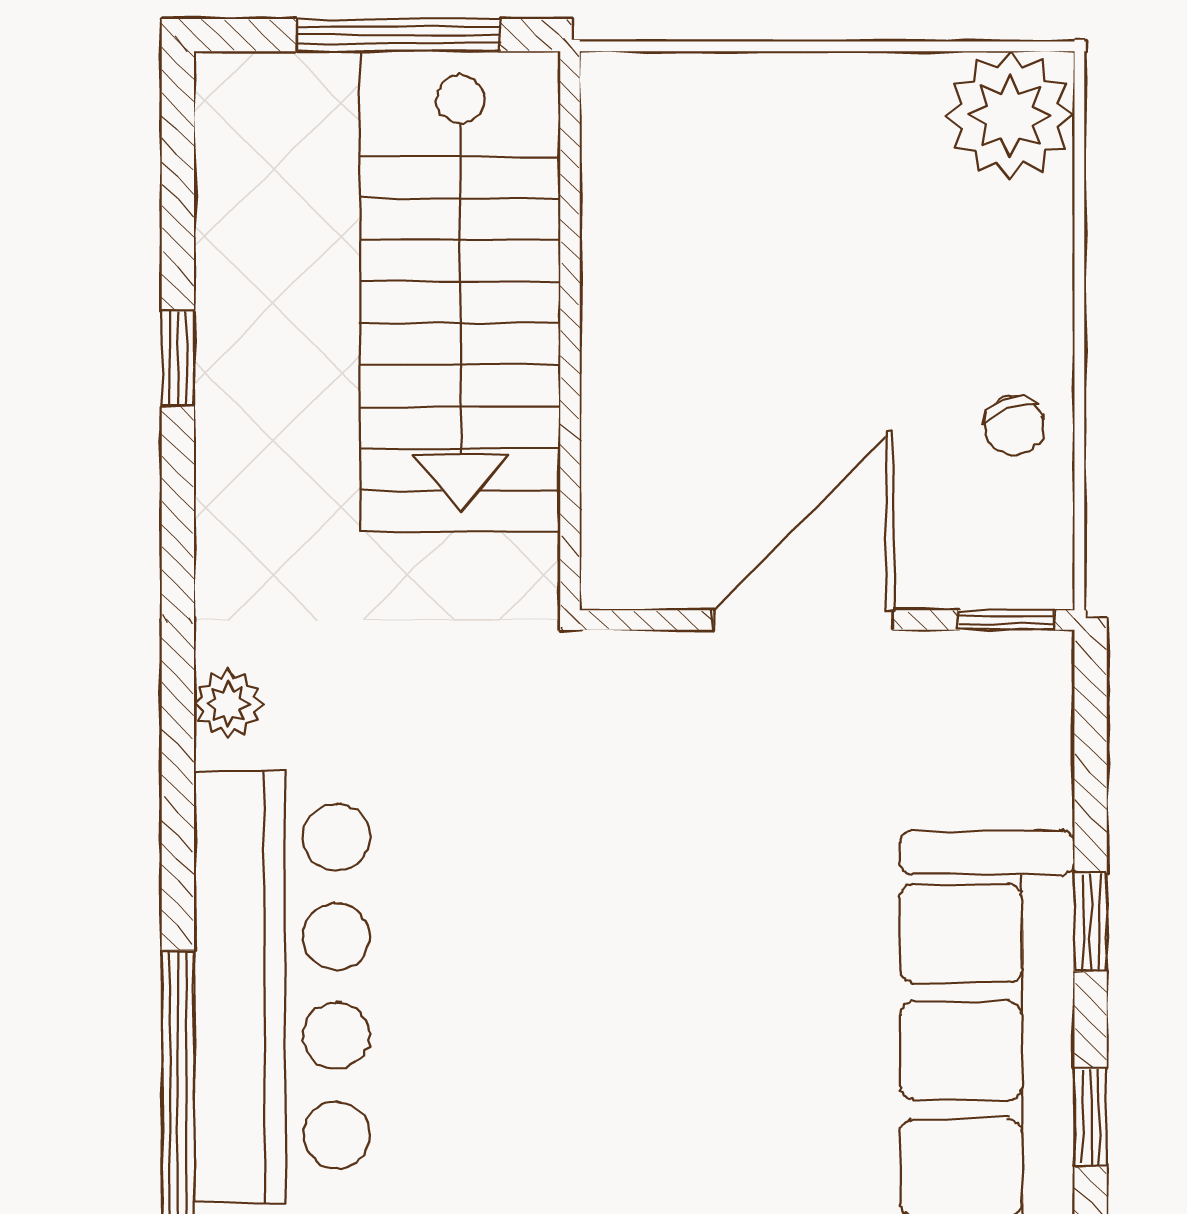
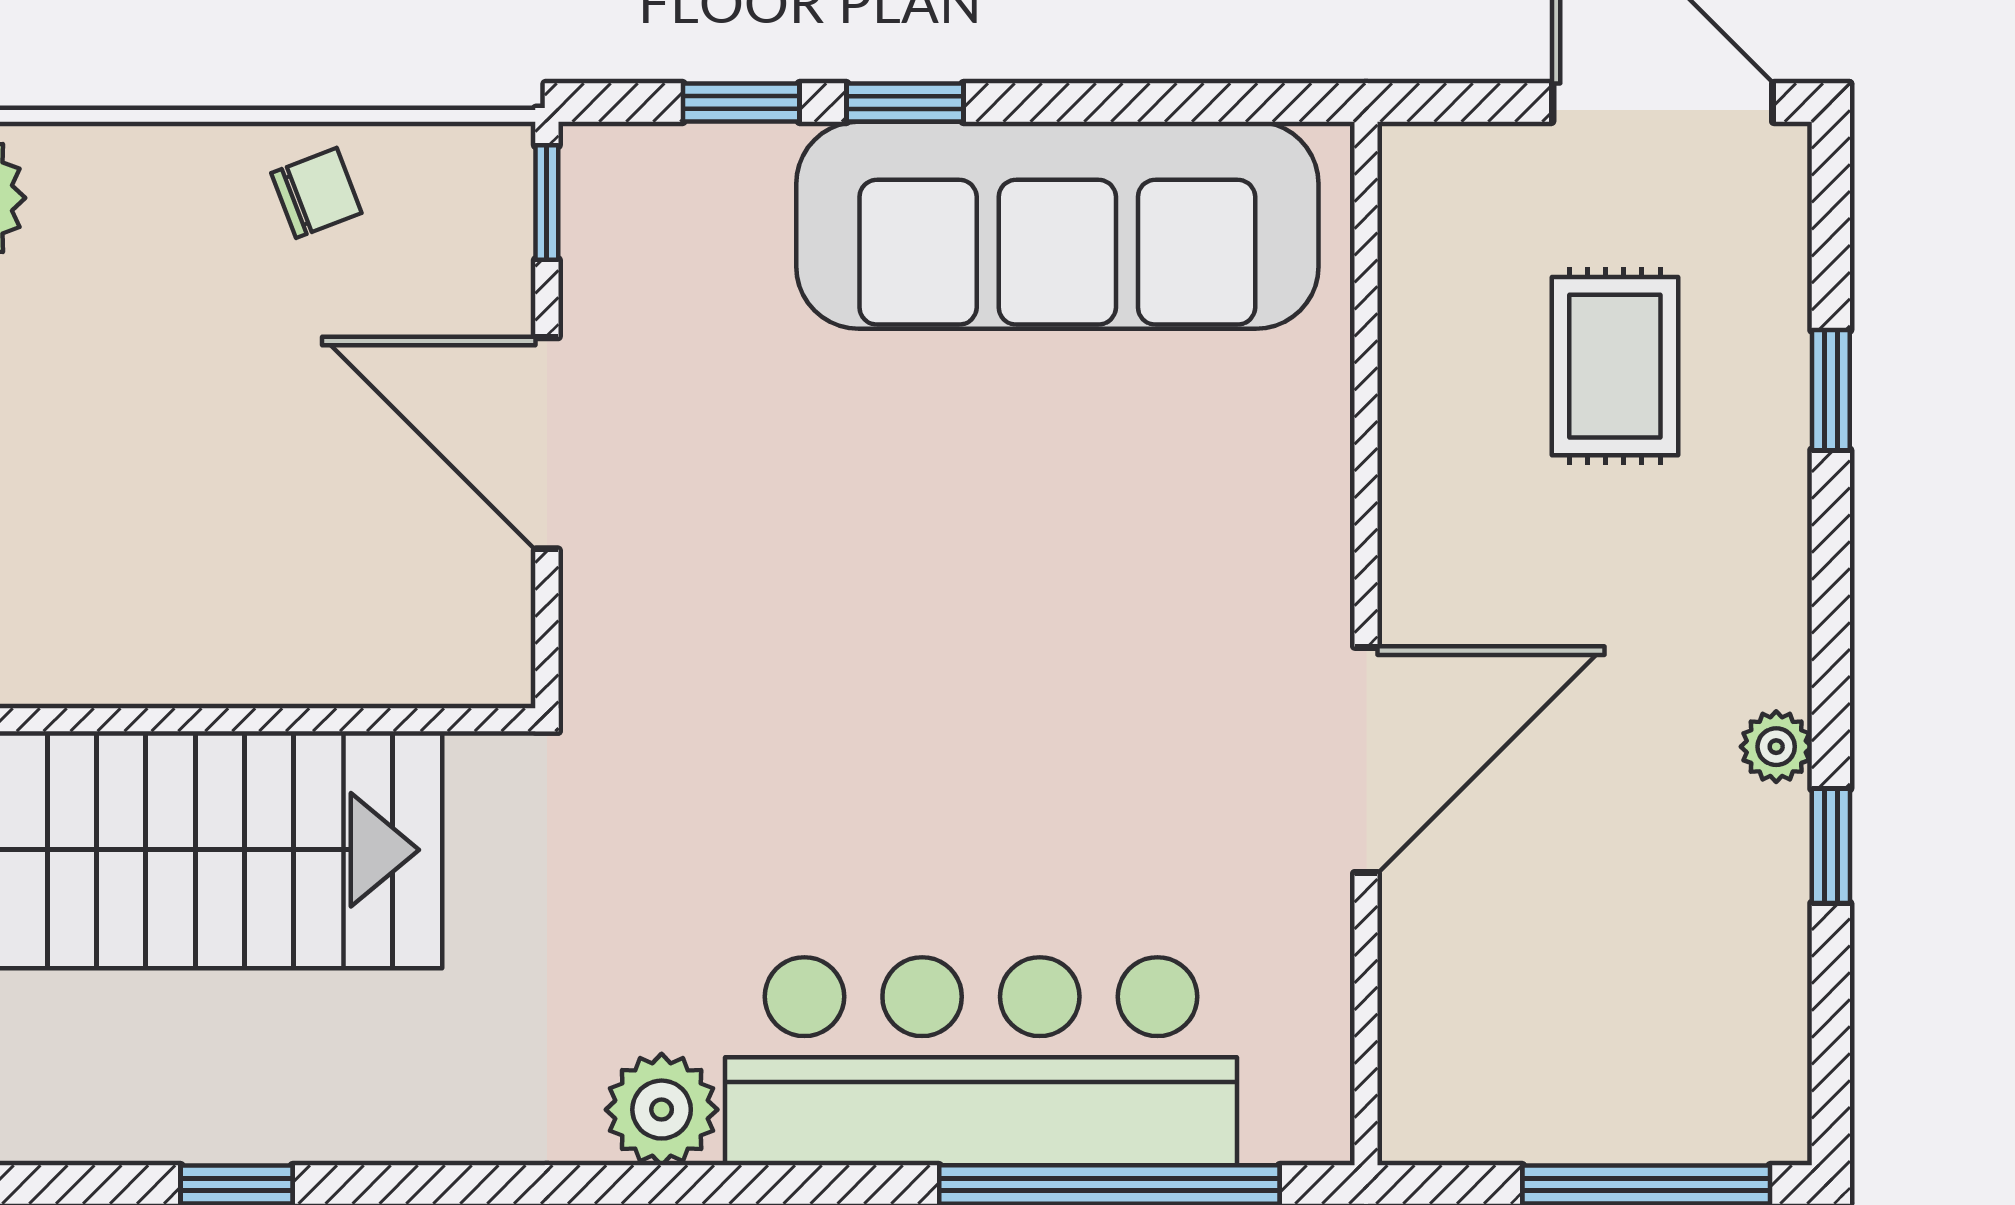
plant: (228, 704) -> (662, 1110), width x1.38, depth x1.38
window: (1091, 1117) -> (741, 103), moved

